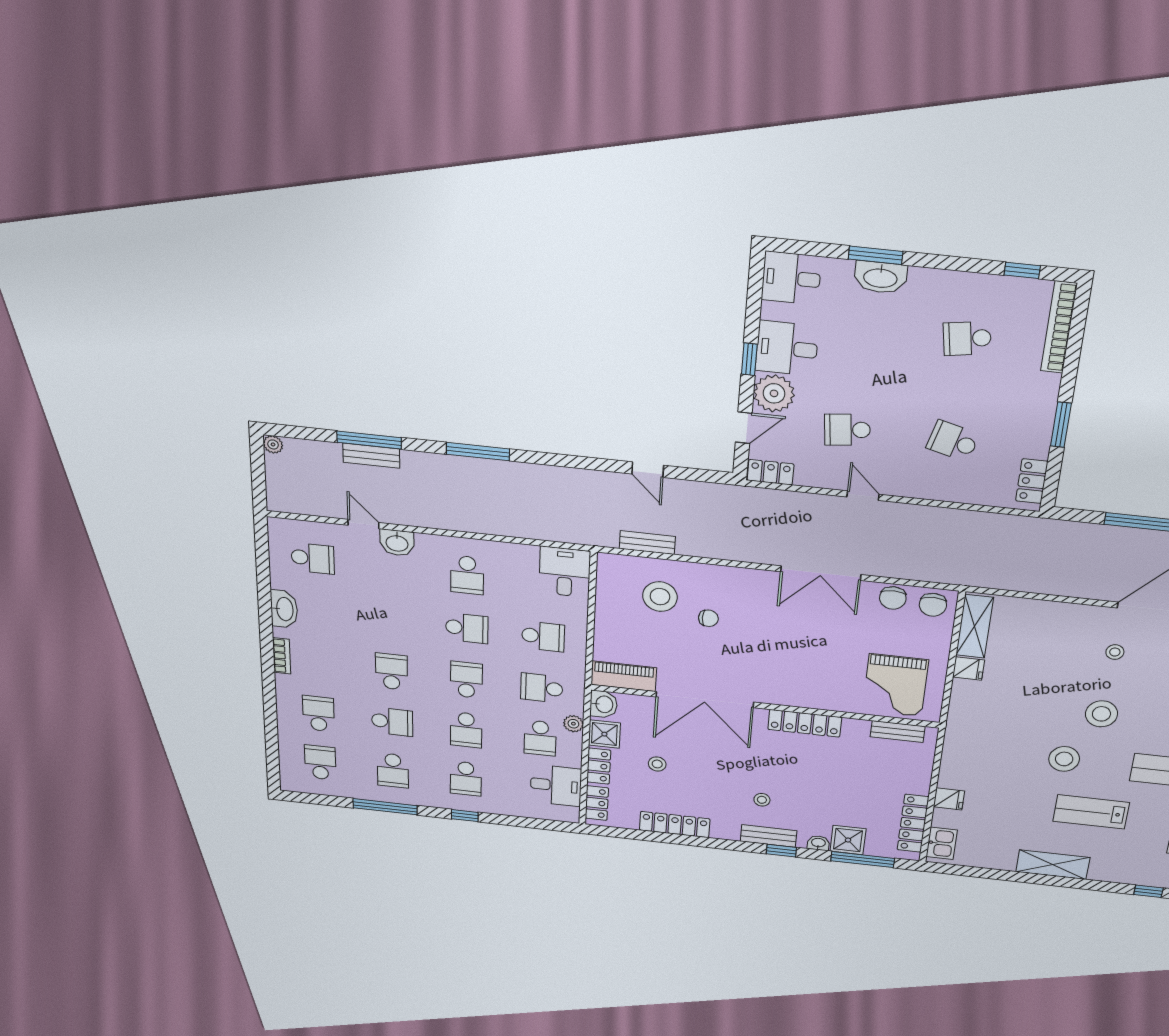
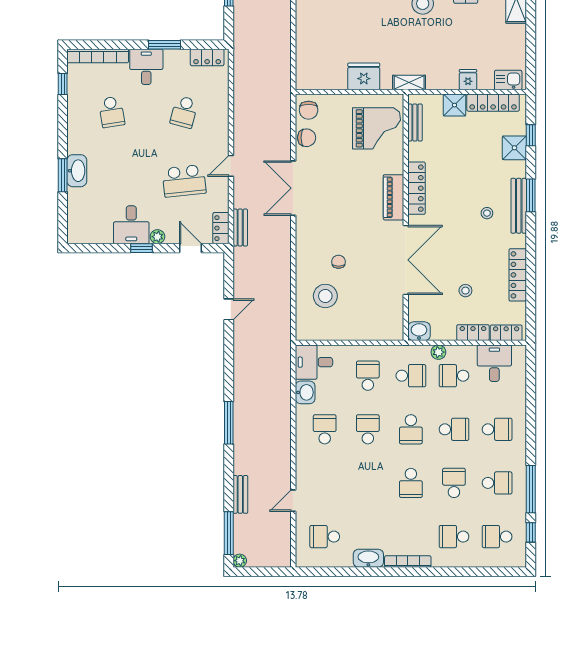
desk: (791, 278) -> (146, 67), moved, turned 180
plant: (774, 393) -> (157, 237), width x0.53, depth x0.53
school desk: (847, 430) -> (184, 181), width x1.85
window: (369, 440) -> (229, 533), moved
washbasin: (397, 543) -> (305, 392), moved
bench: (647, 543) -> (240, 228), moved
school desk: (313, 558) -> (325, 537), turned -90
double door: (821, 573) -> (293, 188), swing flipped
school desk: (467, 575) -> (325, 429), turned -90
chair: (933, 605) -> (309, 110), turned 90
shelving: (975, 626) -> (409, 82), moved, width x0.67, depth x0.75
bookcase: (282, 656) -> (408, 561), width x1.56
fridge: (969, 669) -> (364, 76), width x1.88, depth x1.34
school desk: (391, 672) -> (411, 483), turned -90
piano: (624, 676) -> (393, 197), moved
school desk: (466, 680) -> (411, 429), turned -90
school desk: (542, 688) -> (411, 376), turned -90
shower: (604, 734) -> (454, 105), moved
school desk: (540, 738) -> (454, 376), turned 180
window: (465, 816) -> (531, 532), moved
bench: (769, 836) -> (519, 206), width x1.36
washbasin: (818, 843) -> (520, 169), removed
window: (781, 851) -> (531, 195), width x1.50
window: (863, 860) -> (531, 135), width x0.46

